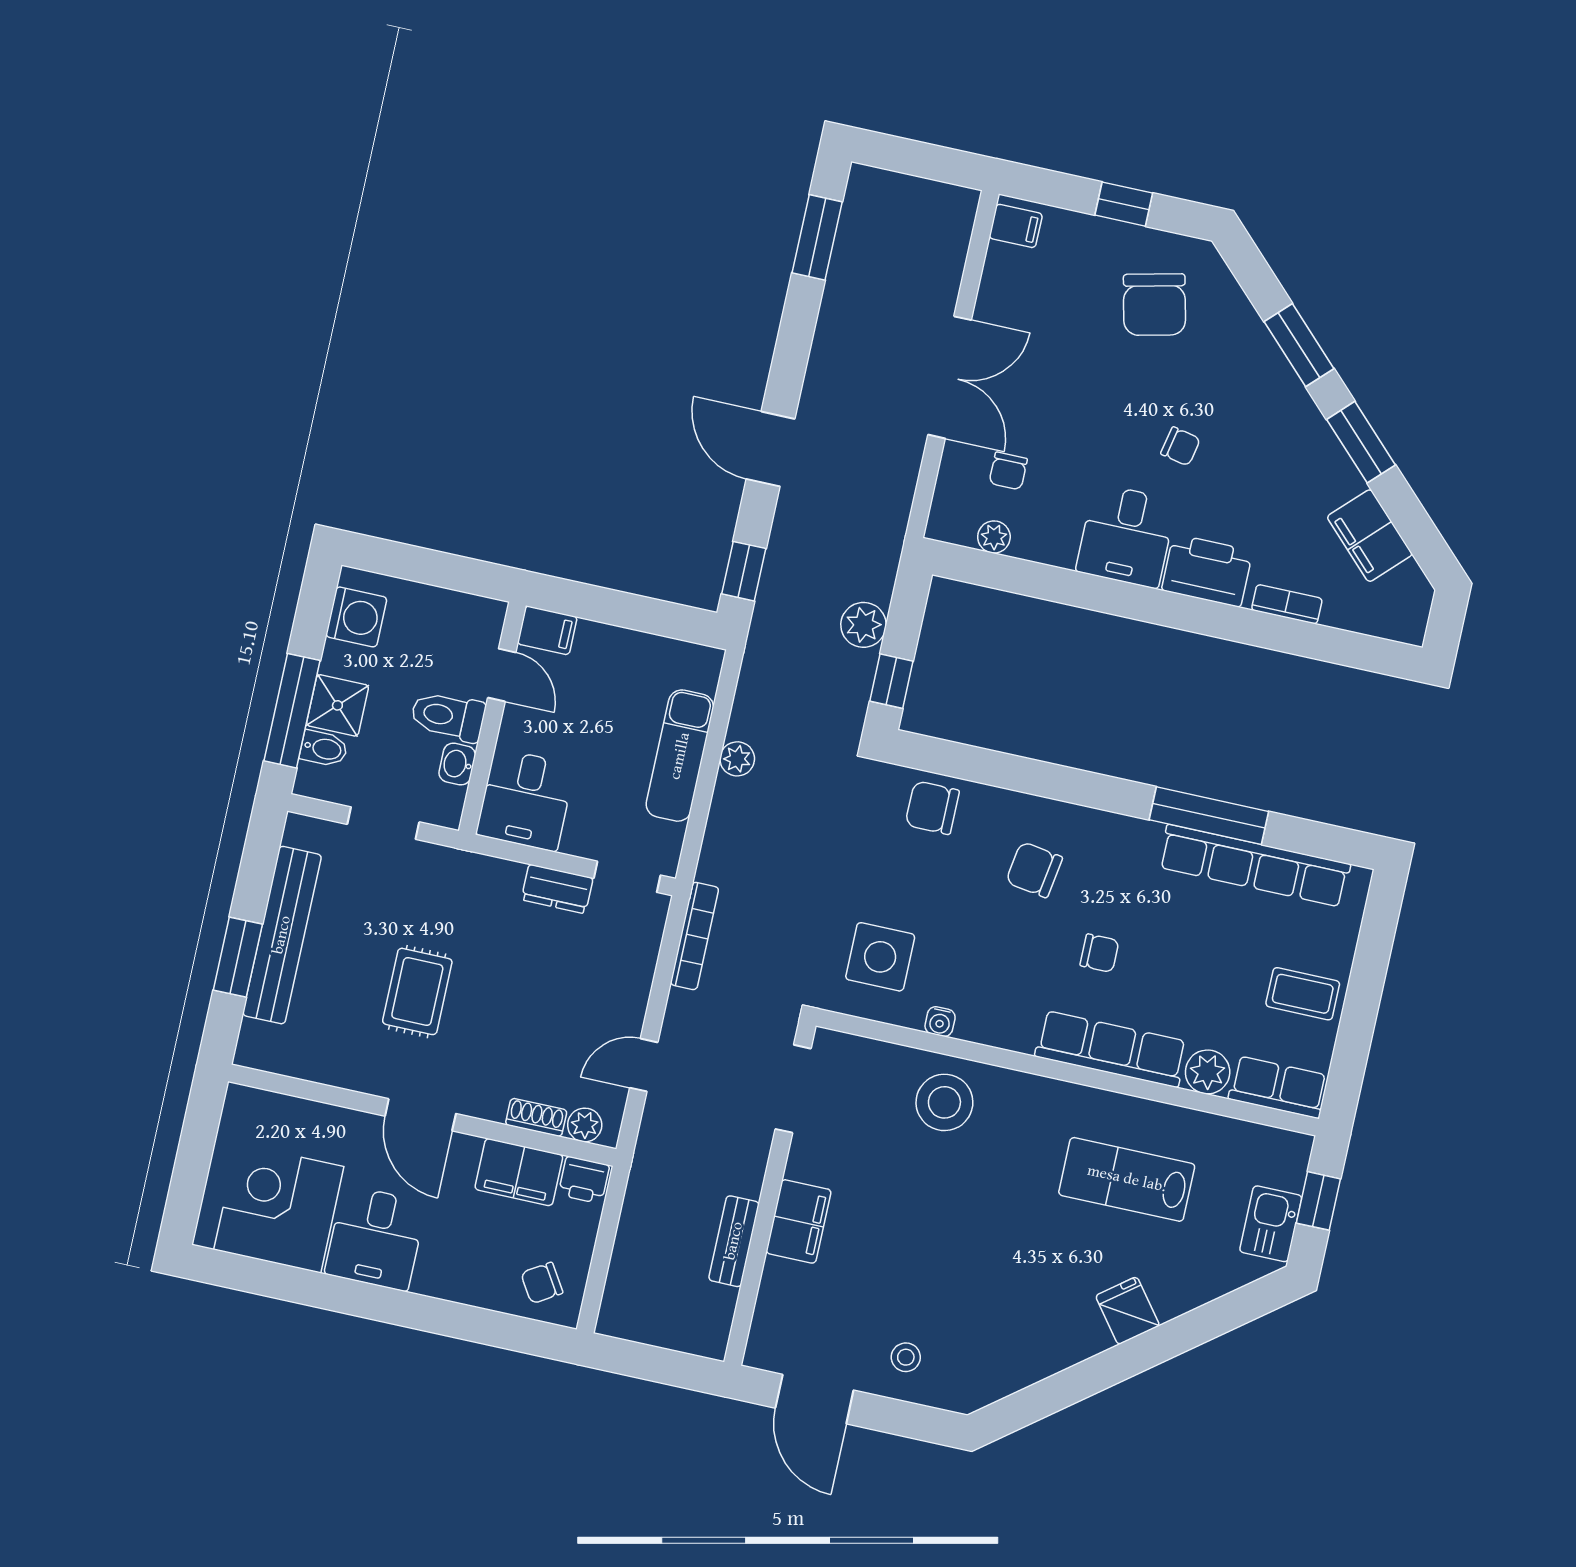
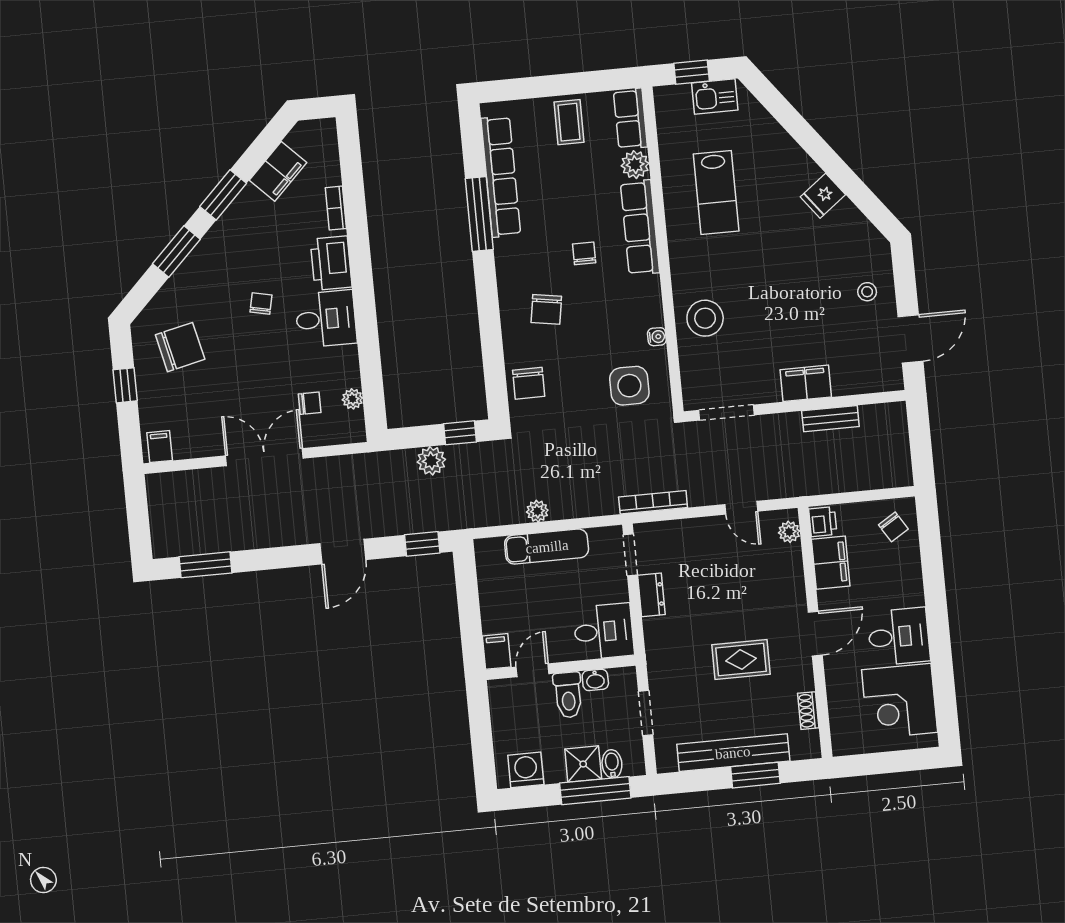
shoe rack: (536, 1117) -> (808, 711), moved
fridge: (1128, 1311) -> (823, 196), moved

